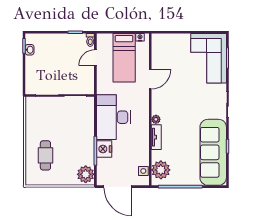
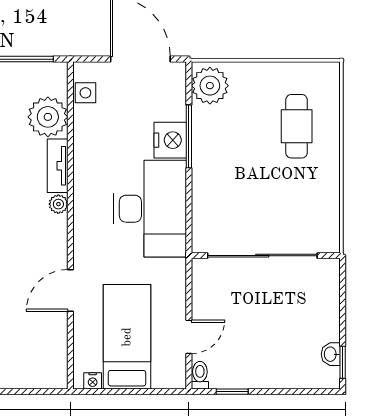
plant: (161, 170) -> (48, 117), moved

